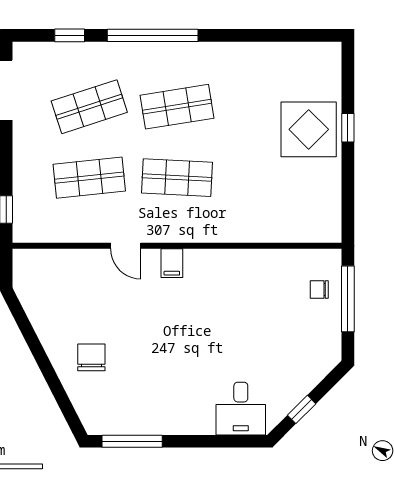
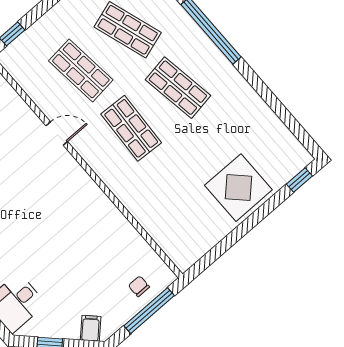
window: (348, 128) -> (299, 180), moved
door: (126, 246) -> (57, 134), swing flipped
filing cabinet: (172, 263) -> (91, 328), moved, turned 135

